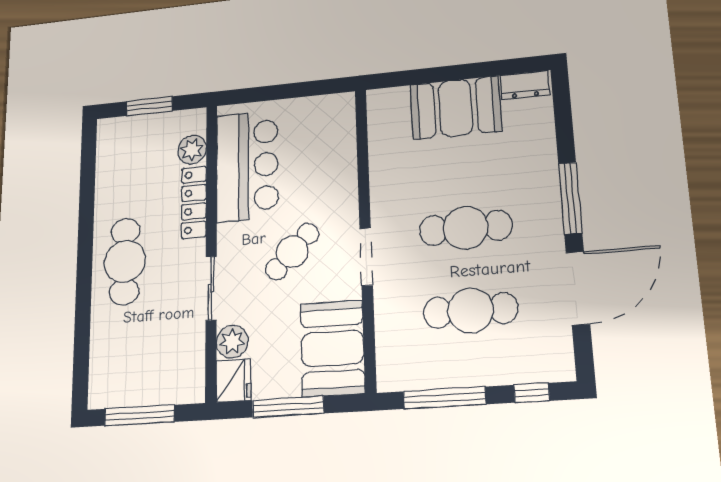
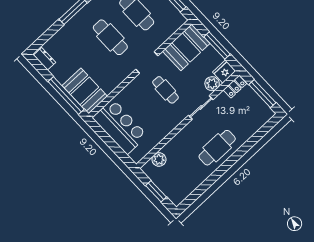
window: (429, 76) -> (66, 95), added
booth: (456, 108) -> (85, 91), moved
bar counter: (247, 166) -> (120, 127), moved, turned 90
locker: (194, 202) -> (235, 87), moved, width x0.66
cafe table: (292, 252) -> (165, 90), turned 47

